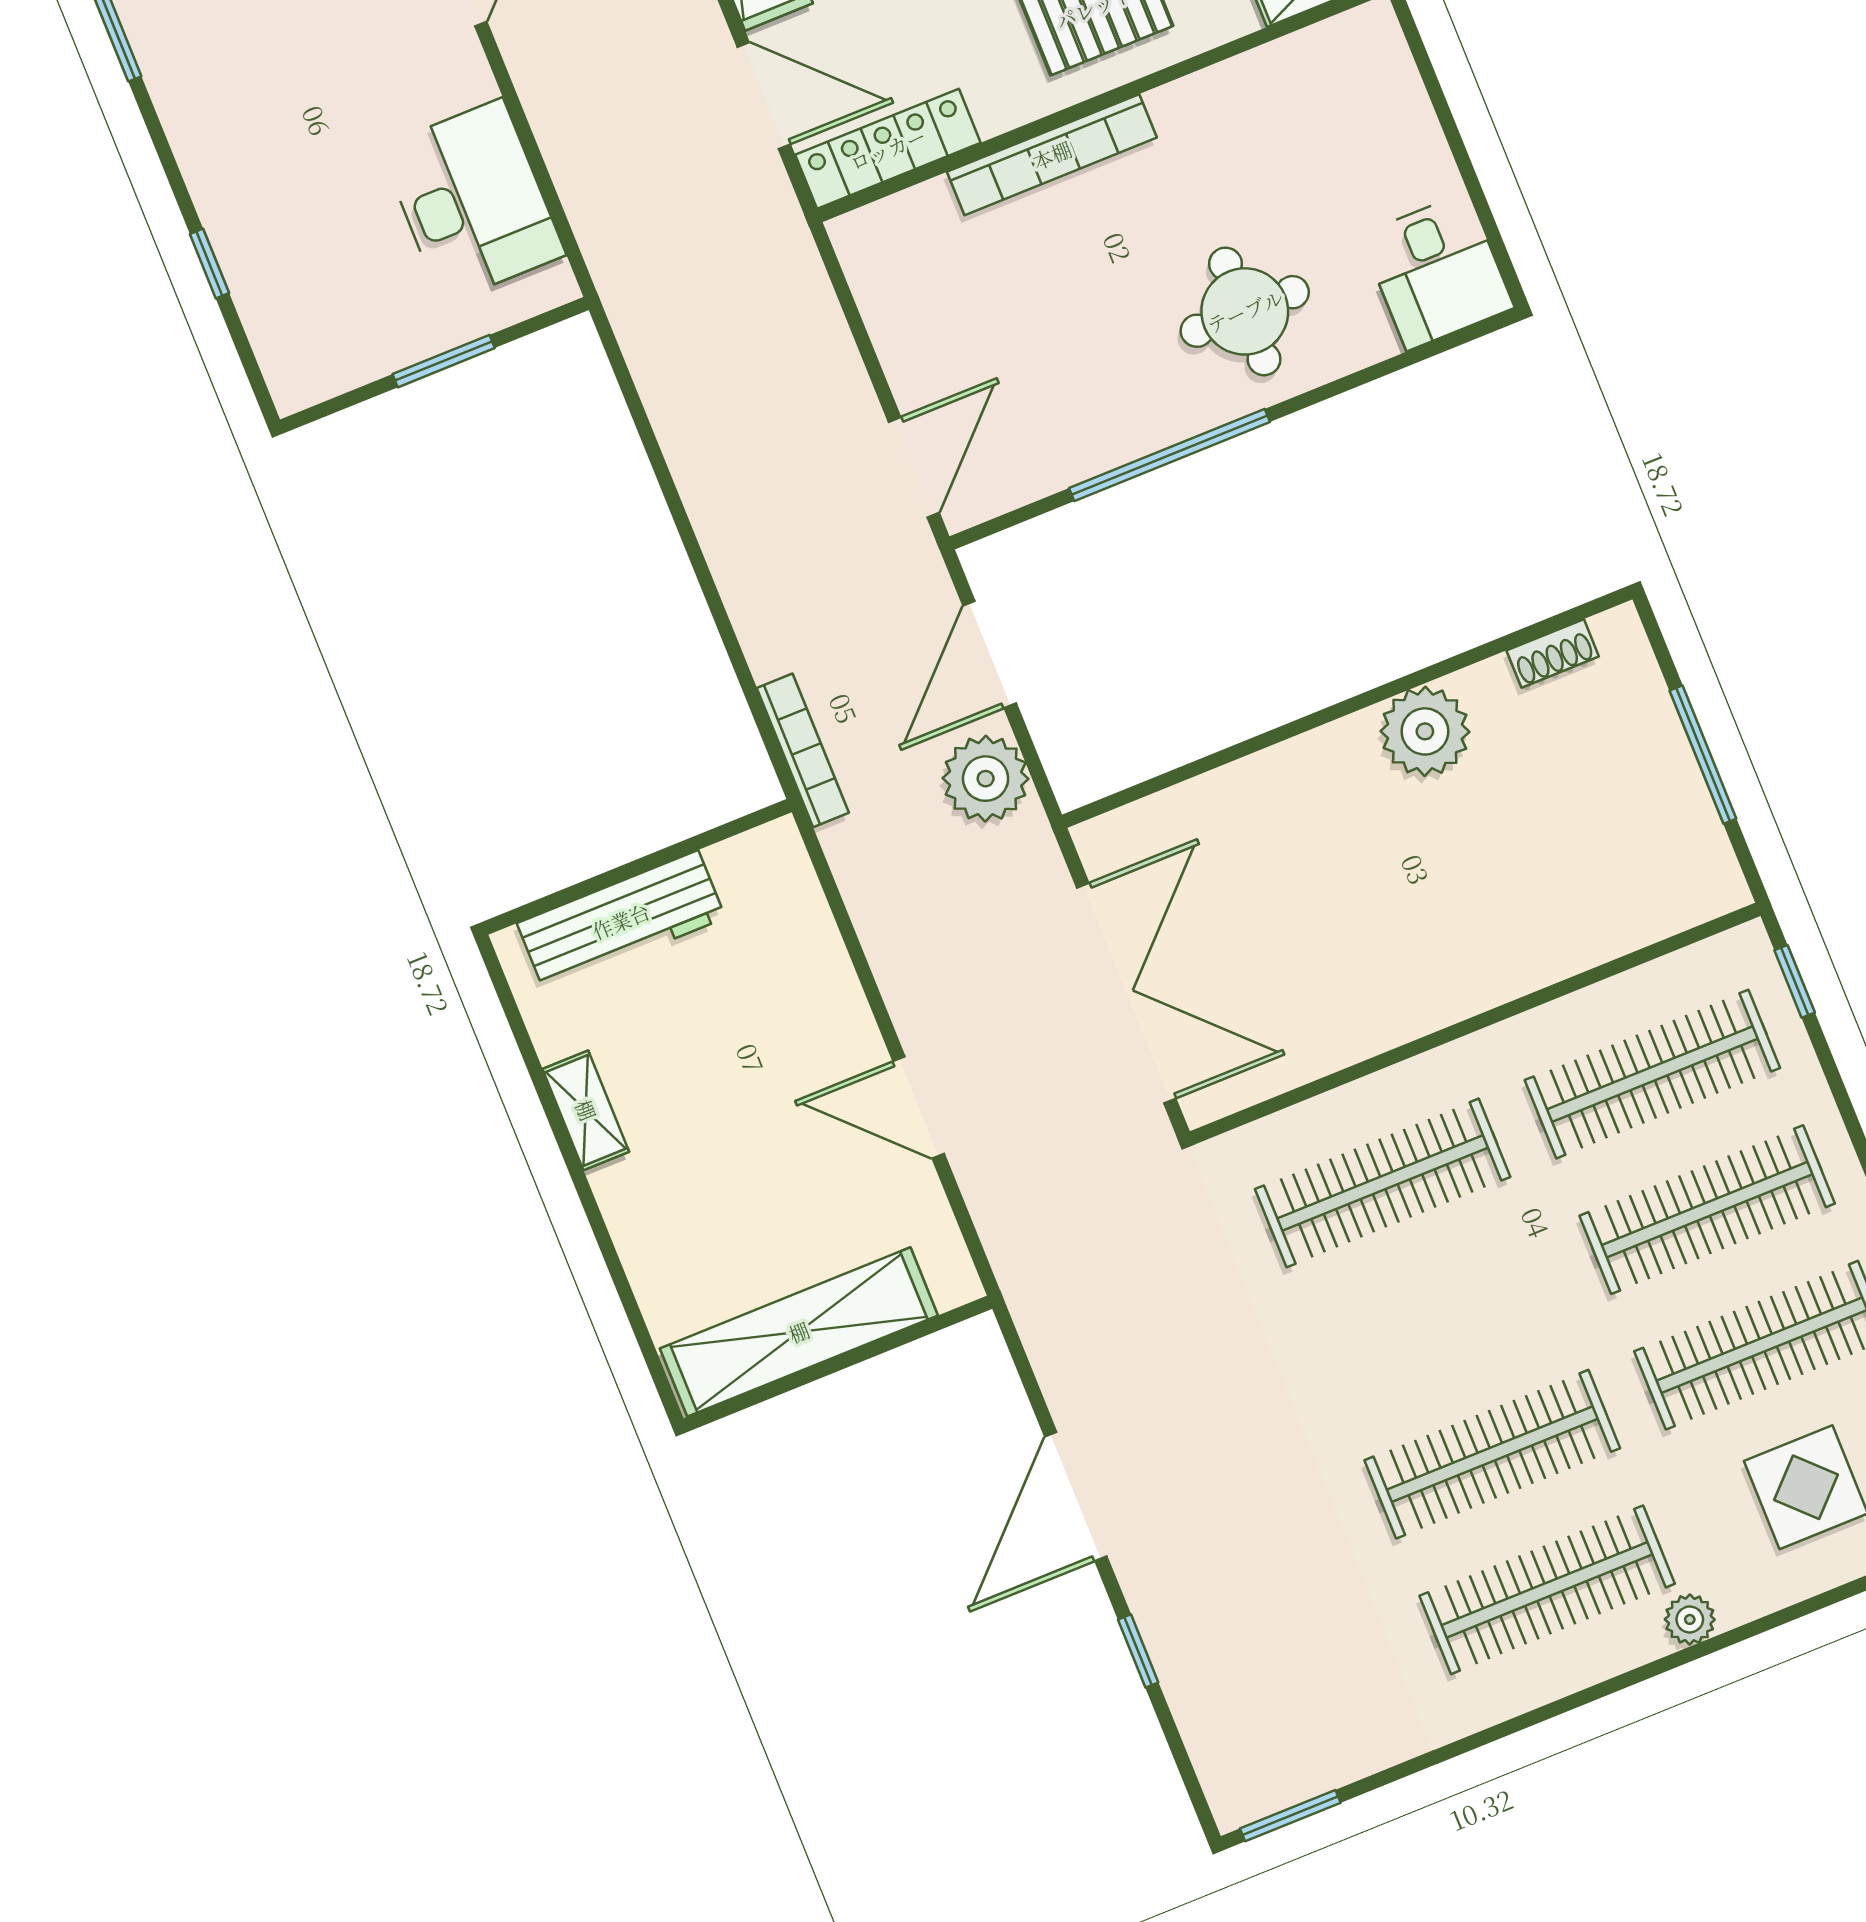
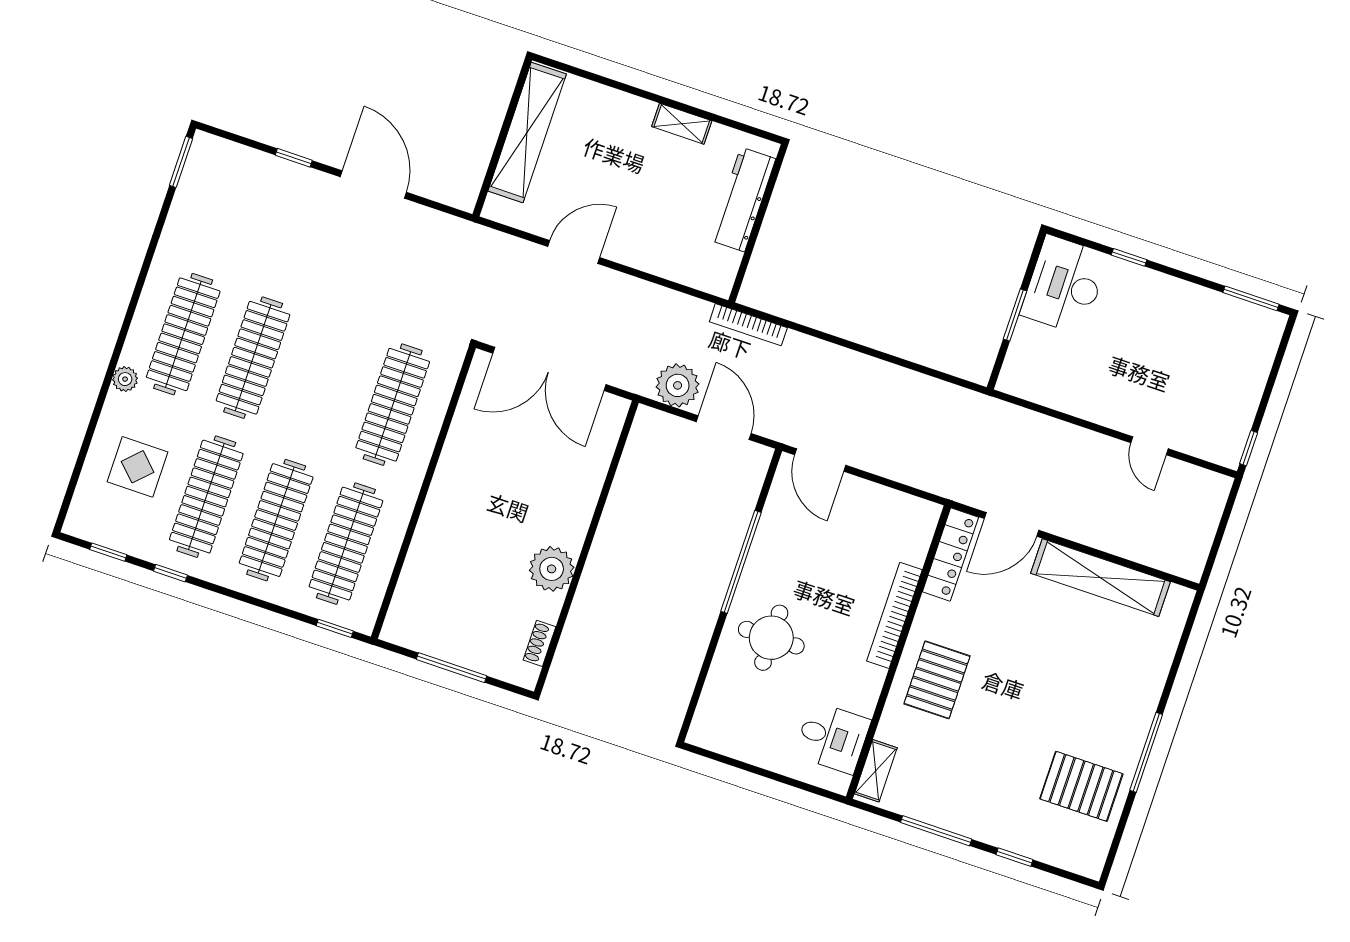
desk: (472, 201) -> (1065, 285), moved, turned 90
desk: (1437, 271) -> (832, 738), moved, turned 180

